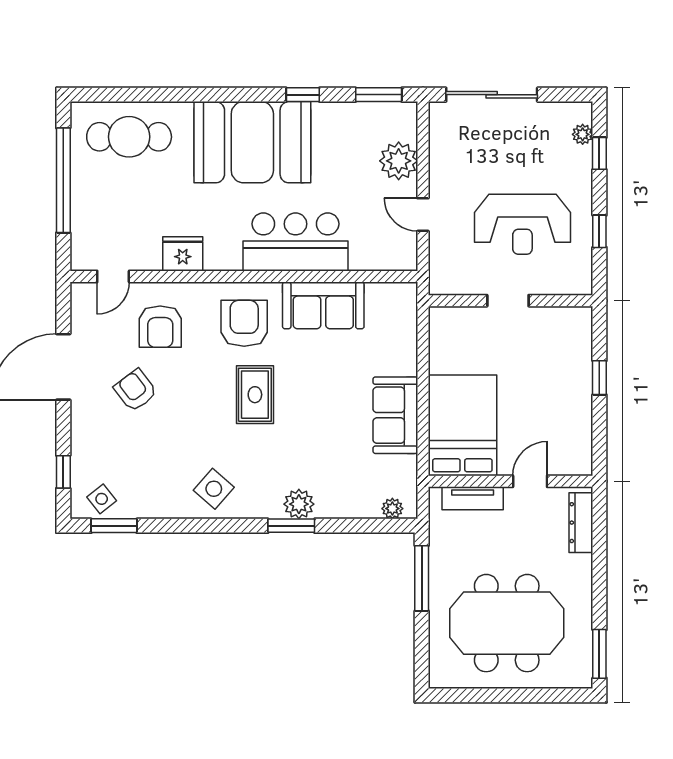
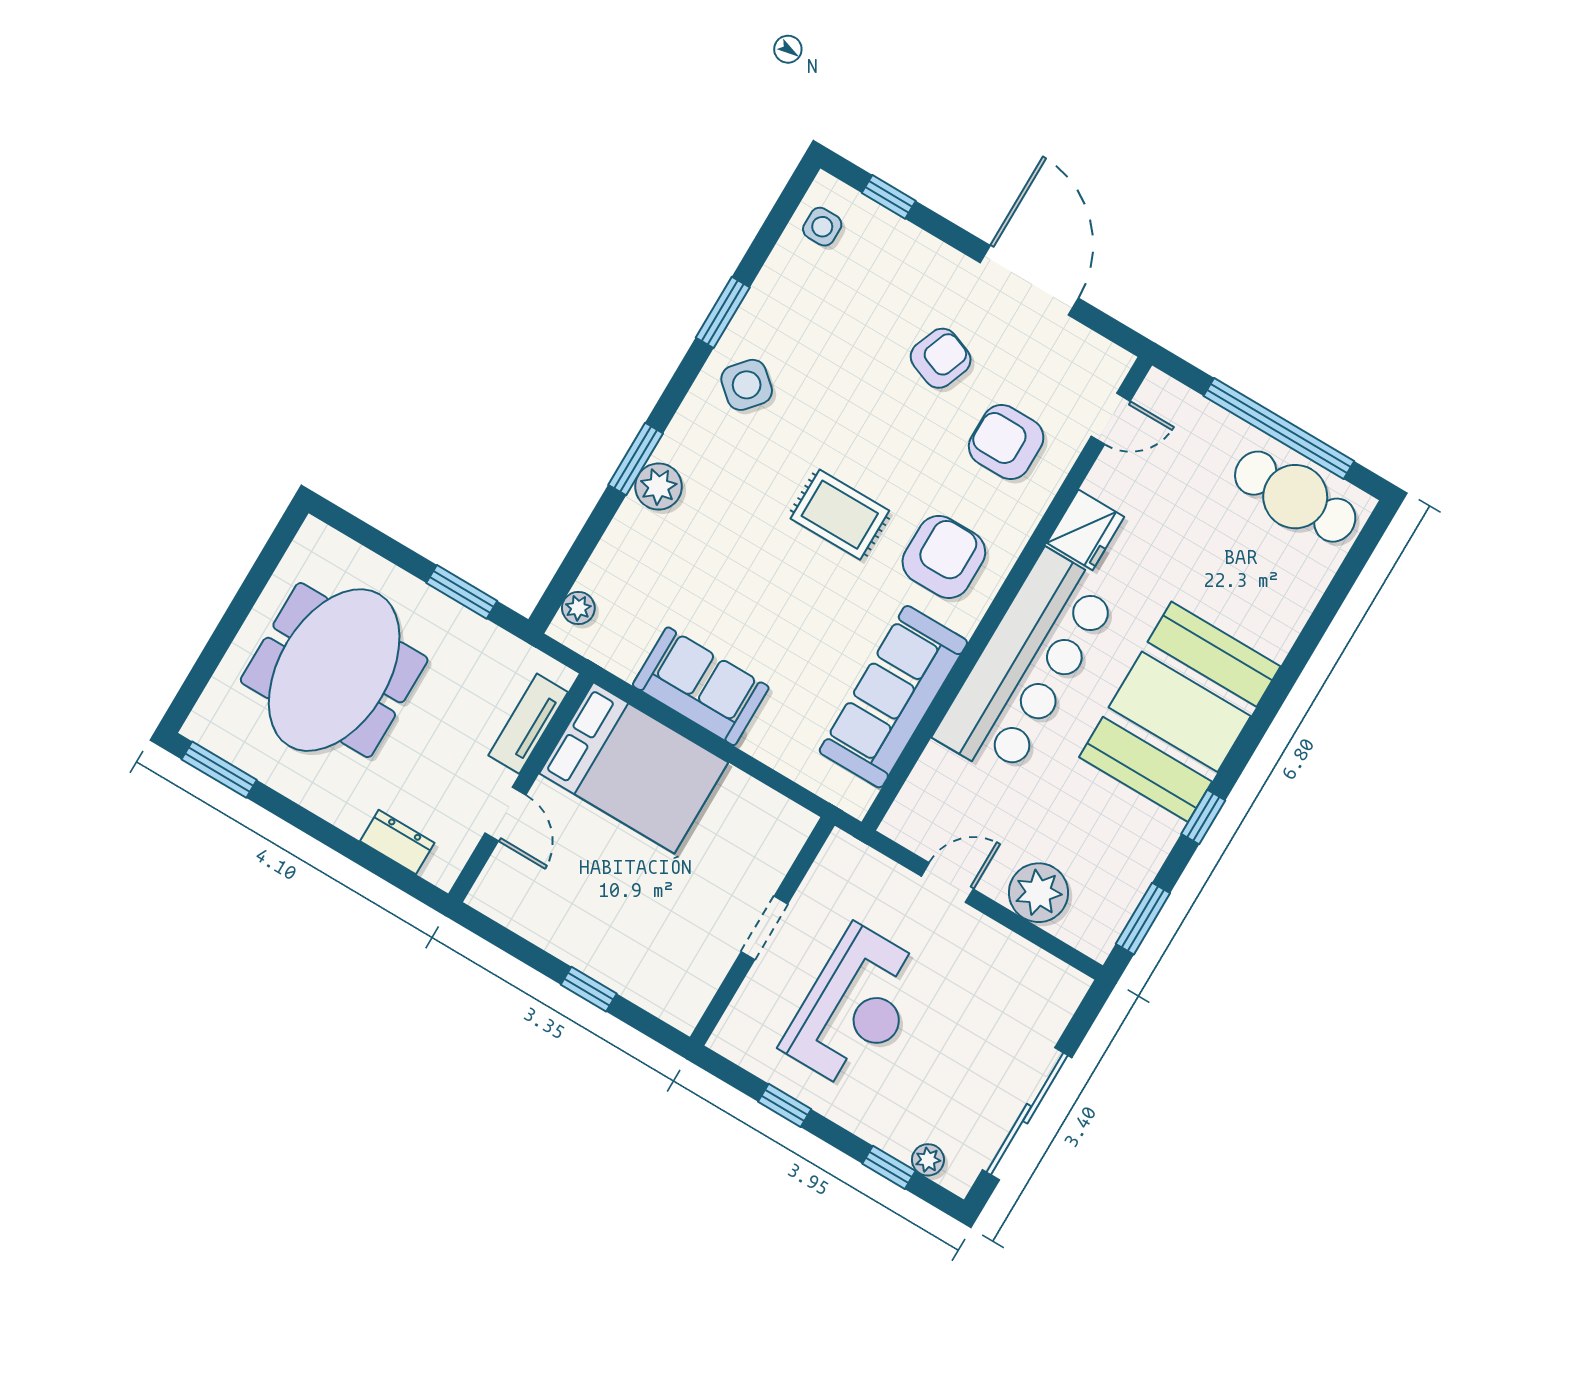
sliding door: (492, 95) -> (1027, 1114), moved
cafe table: (129, 137) -> (1295, 497), moved, turned 90
reception desk: (522, 224) -> (855, 1008), turned 180
bar counter: (296, 242) -> (1027, 665), width x1.36
door: (113, 276) -> (1111, 419), swing flipped
sofa: (323, 305) -> (893, 697), width x1.36
armchair: (244, 323) -> (944, 557), turned -90
armchair: (135, 390) -> (941, 358), turned -32
side table: (102, 499) -> (822, 227), turned 38
dresser: (581, 523) -> (397, 842), width x0.70
window: (114, 526) -> (723, 312), moved
window: (422, 578) -> (462, 592), width x0.69

